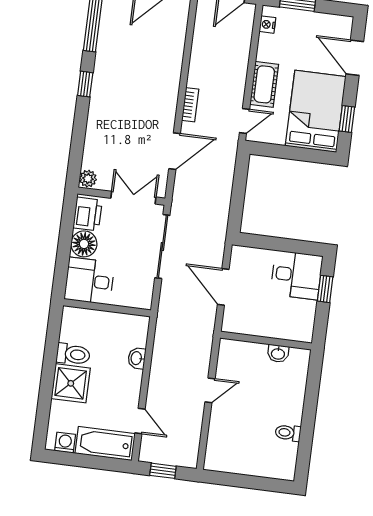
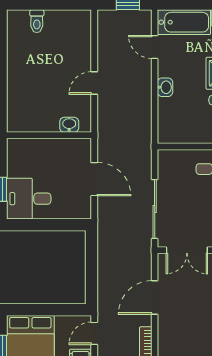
washbasin: (278, 353) -> (69, 125), moved
washbasin: (137, 358) -> (165, 87), moved
toilet: (288, 433) -> (37, 21), moved, turned 90

